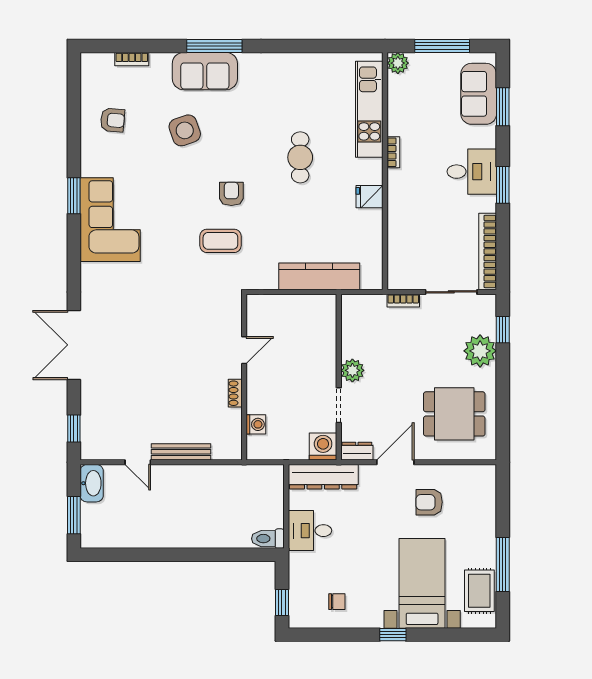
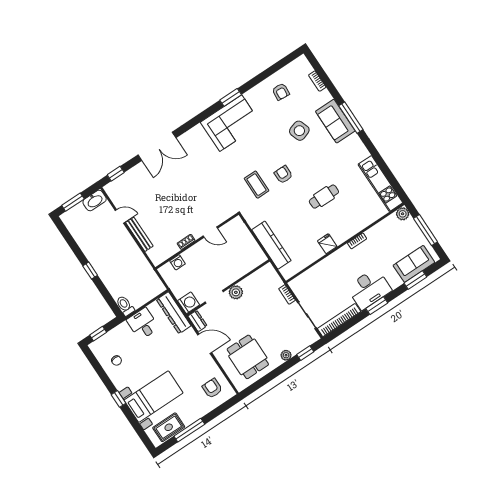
kitchen unit: (369, 109) -> (380, 184), moved, turned -90
desk: (472, 172) -> (369, 289), width x1.37
armchair: (231, 194) -> (283, 175), turned -90
double door: (74, 345) -> (157, 146), swing flipped
plant: (480, 351) -> (286, 355), width x0.53, depth x0.53
door: (138, 462) -> (120, 216), swing flipped
armchair: (429, 502) -> (212, 388), moved
window: (186, 555) -> (90, 271), added

